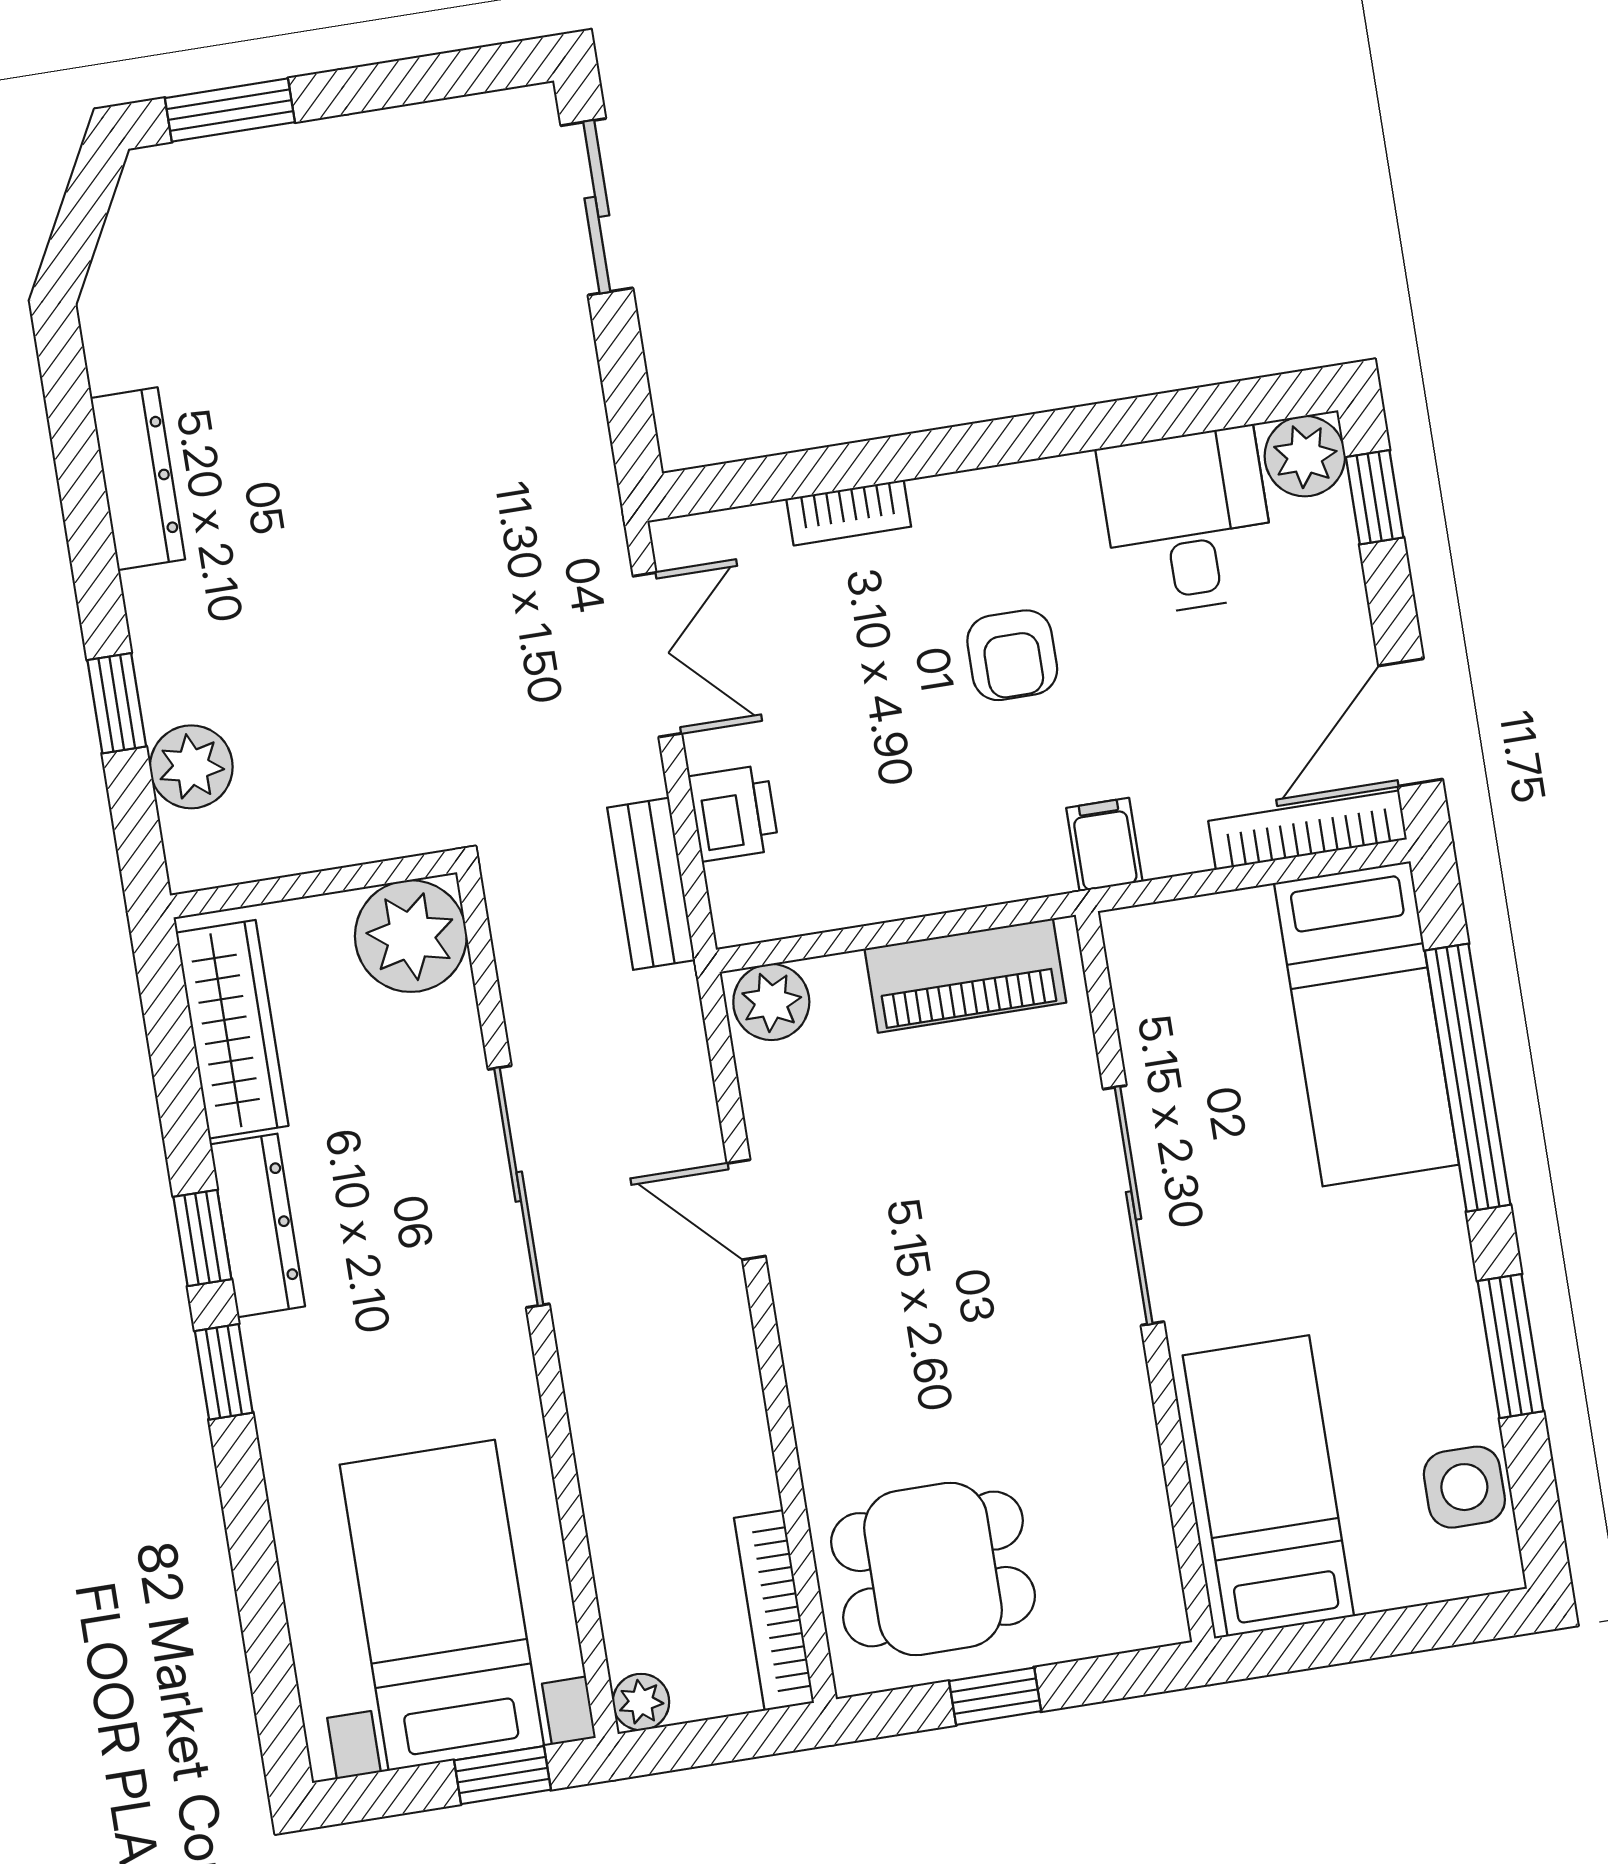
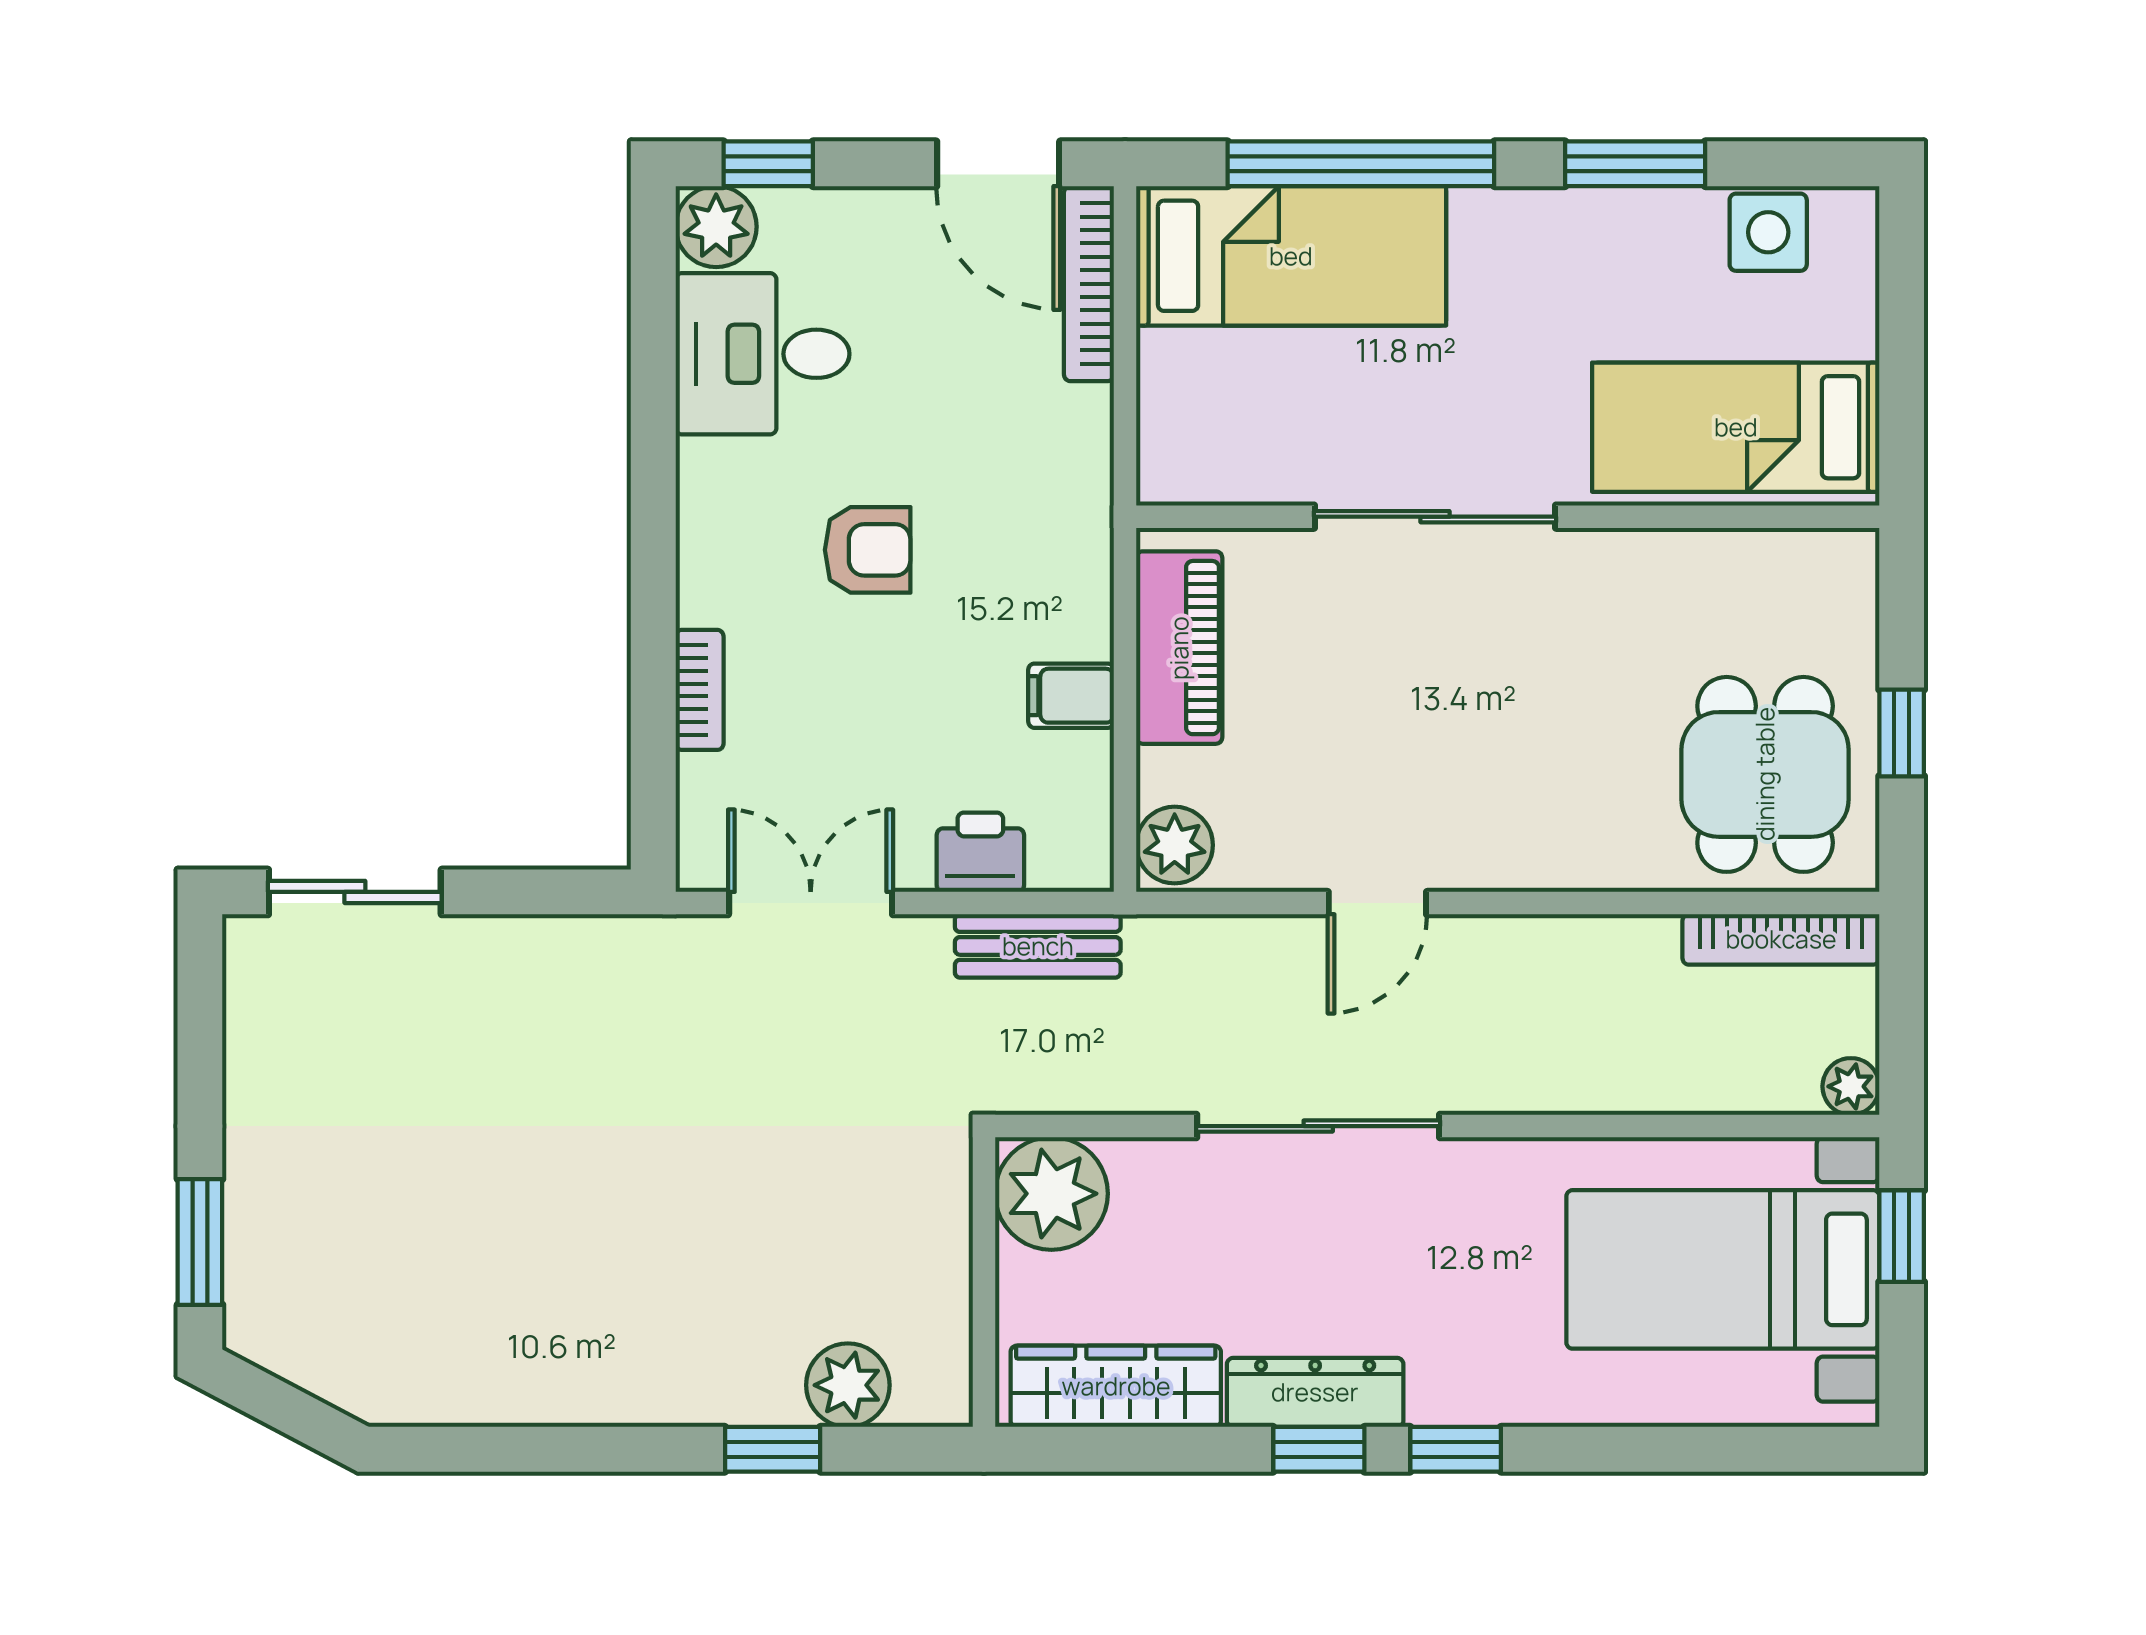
dresser: (138, 479) -> (552, 1393), removed
filing cabinet: (1104, 845) -> (1071, 696), moved

